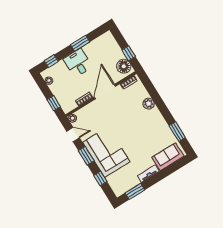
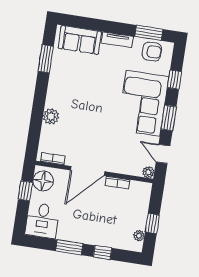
window: (51, 61) -> (103, 252), moved
desk: (78, 63) -> (42, 220), moved
window: (54, 103) -> (152, 223), moved
armchair: (125, 183) -> (152, 52), added

